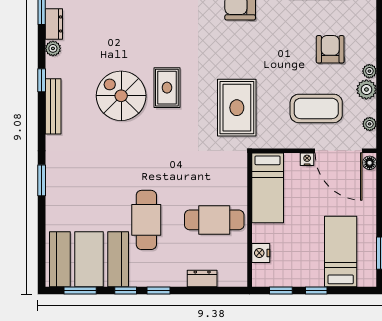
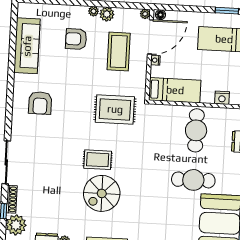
plant: (370, 124) -> (145, 14), moved

